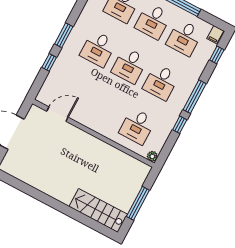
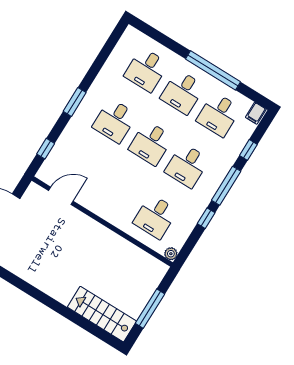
window: (217, 55) -> (248, 150), moved
window: (49, 62) -> (46, 149), moved

